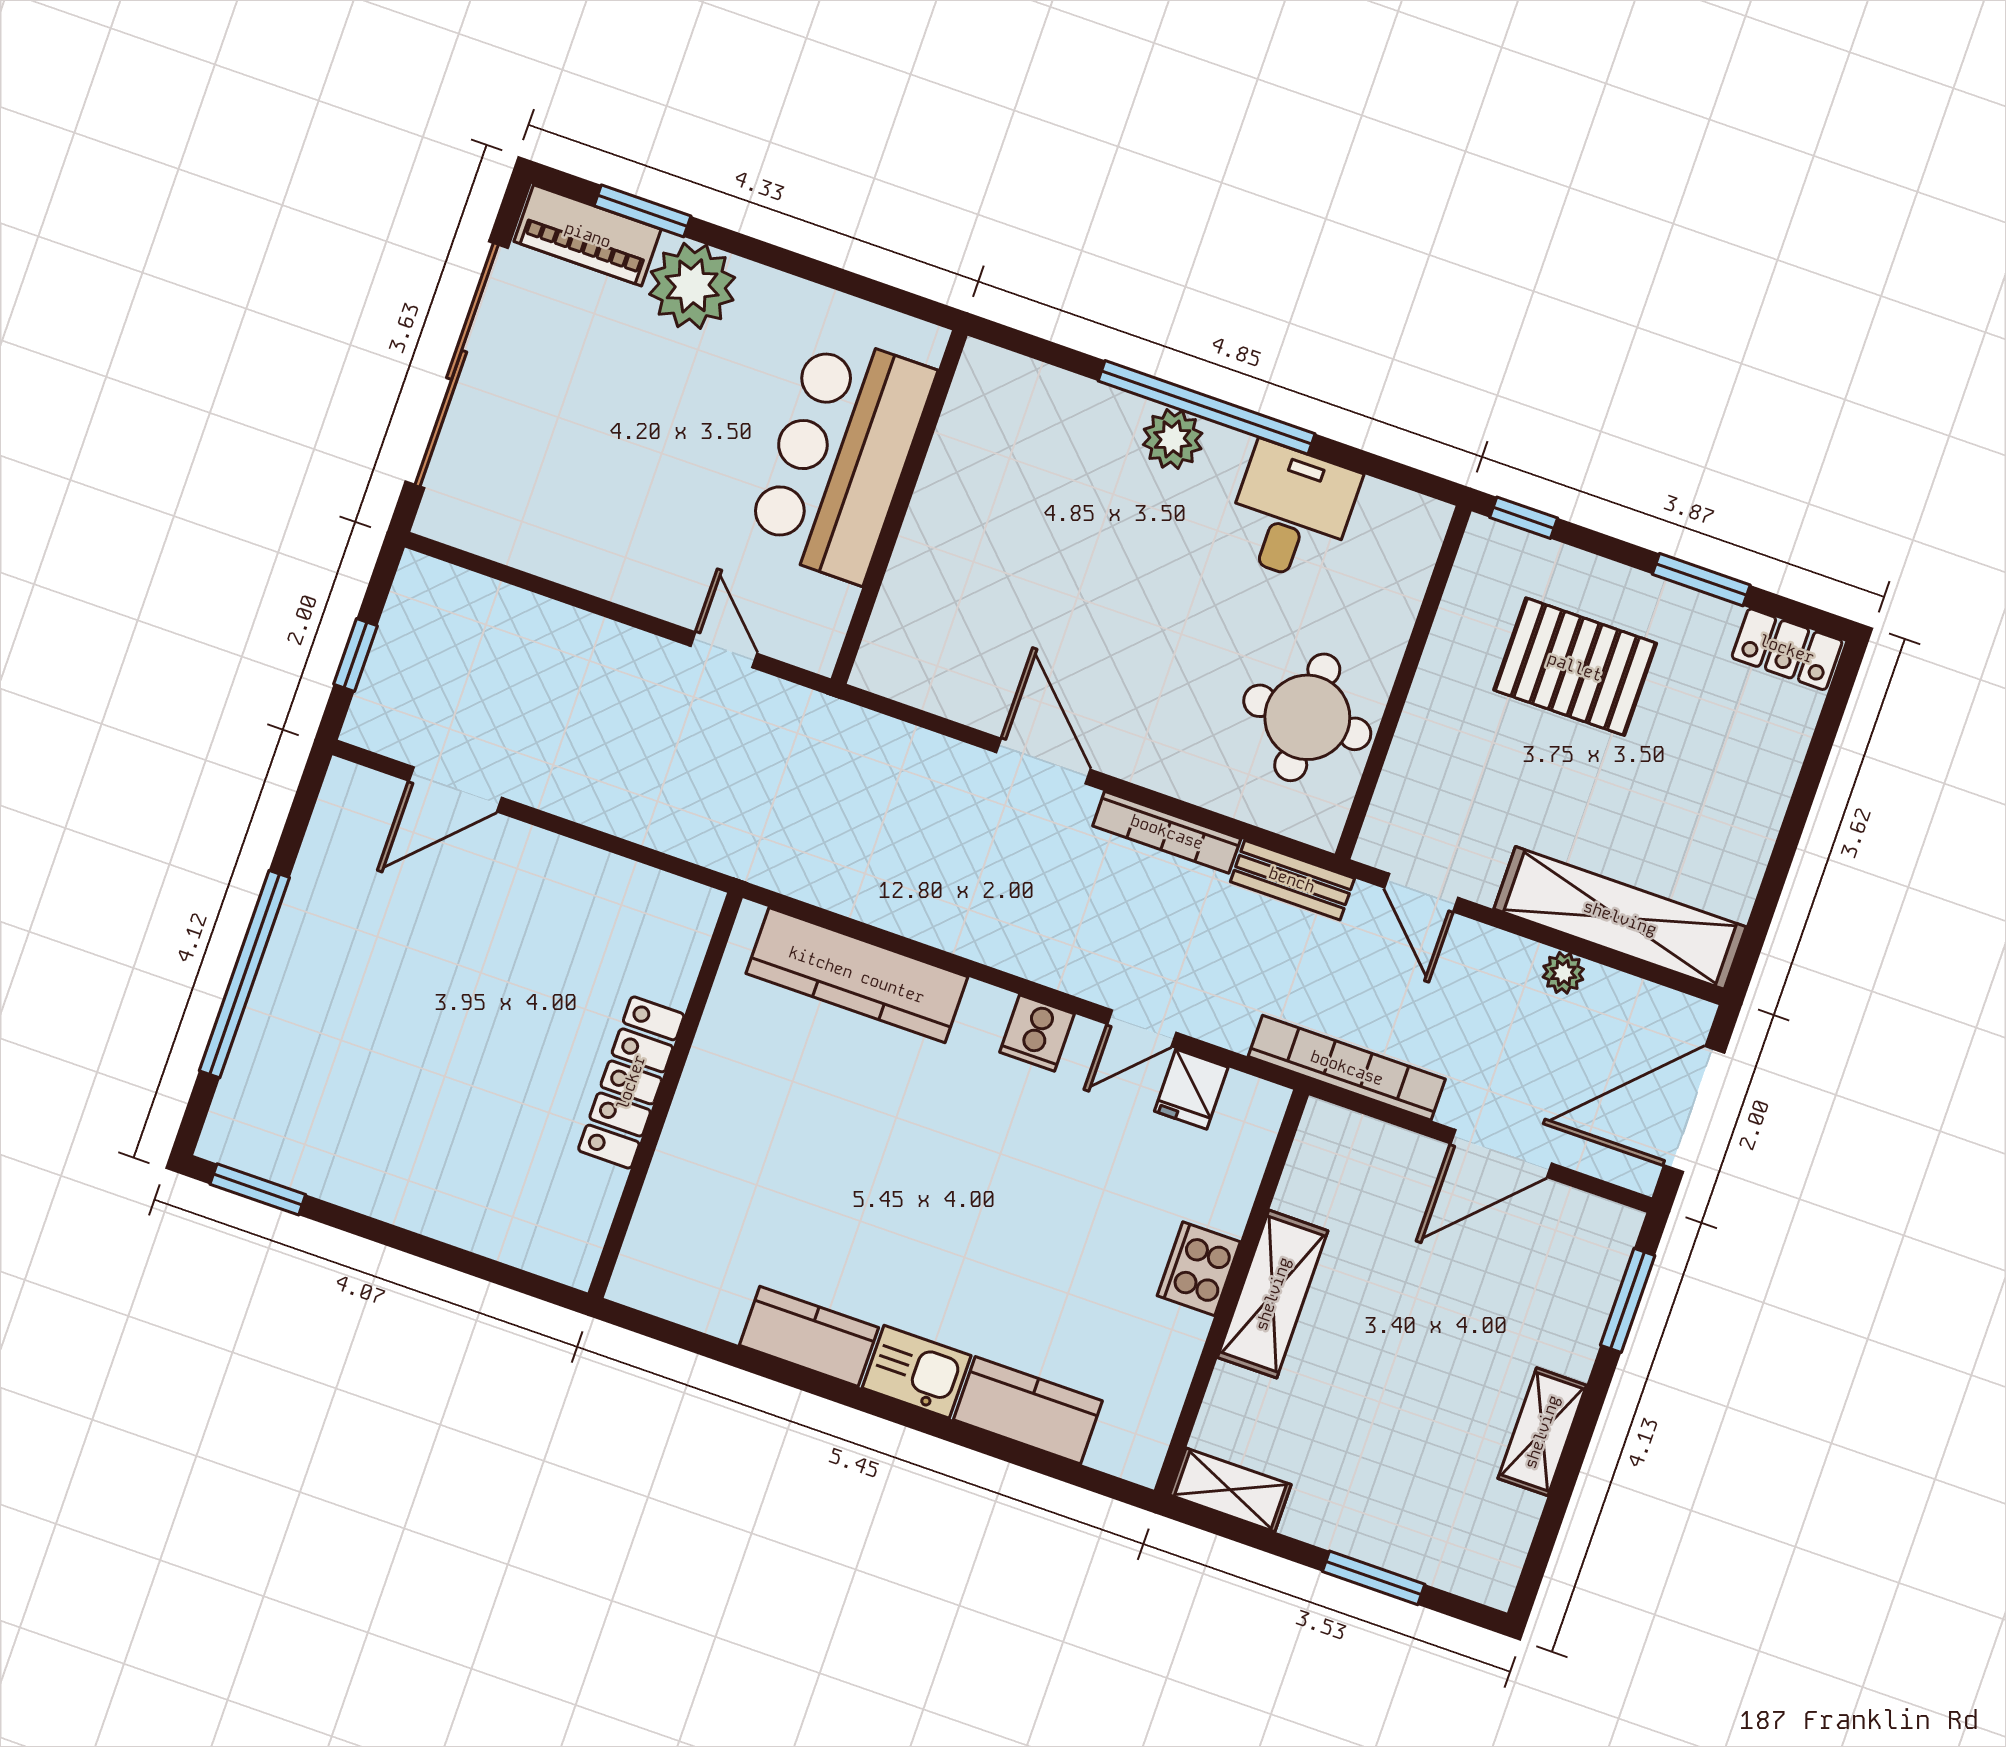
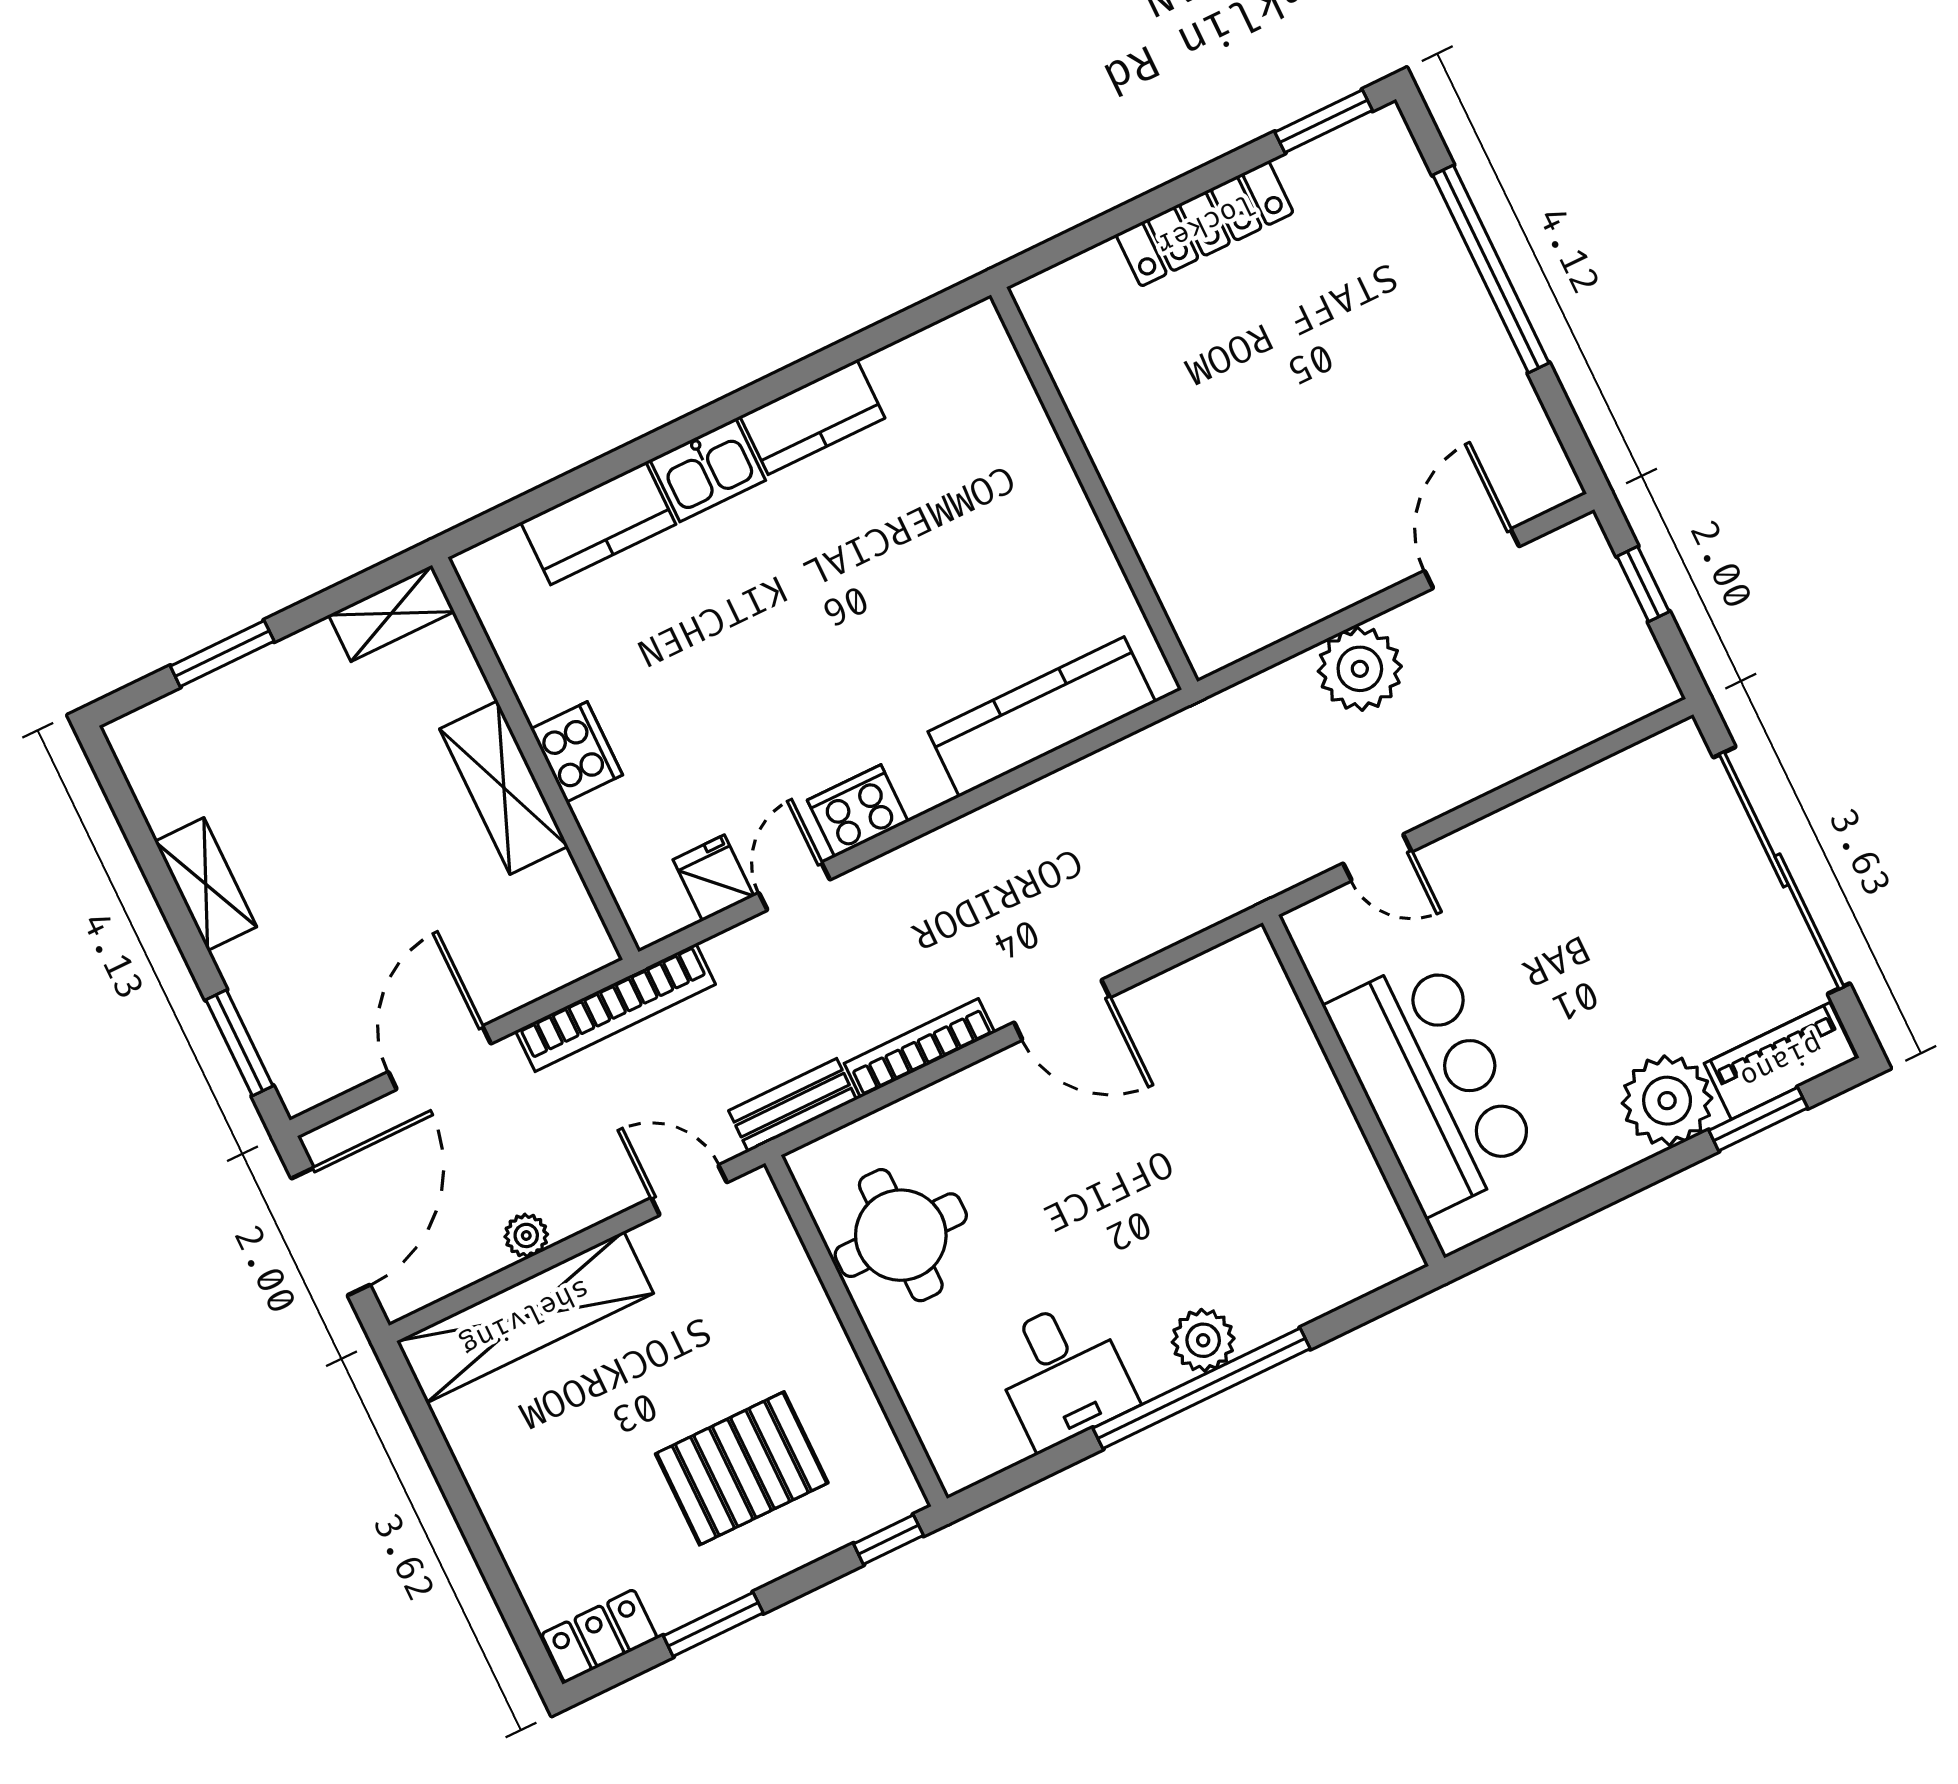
plant: (607, 791) -> (1360, 669), added
cooker: (1037, 1033) -> (858, 811), width x1.36
locker: (631, 1082) -> (1205, 224), moved, turned 90

